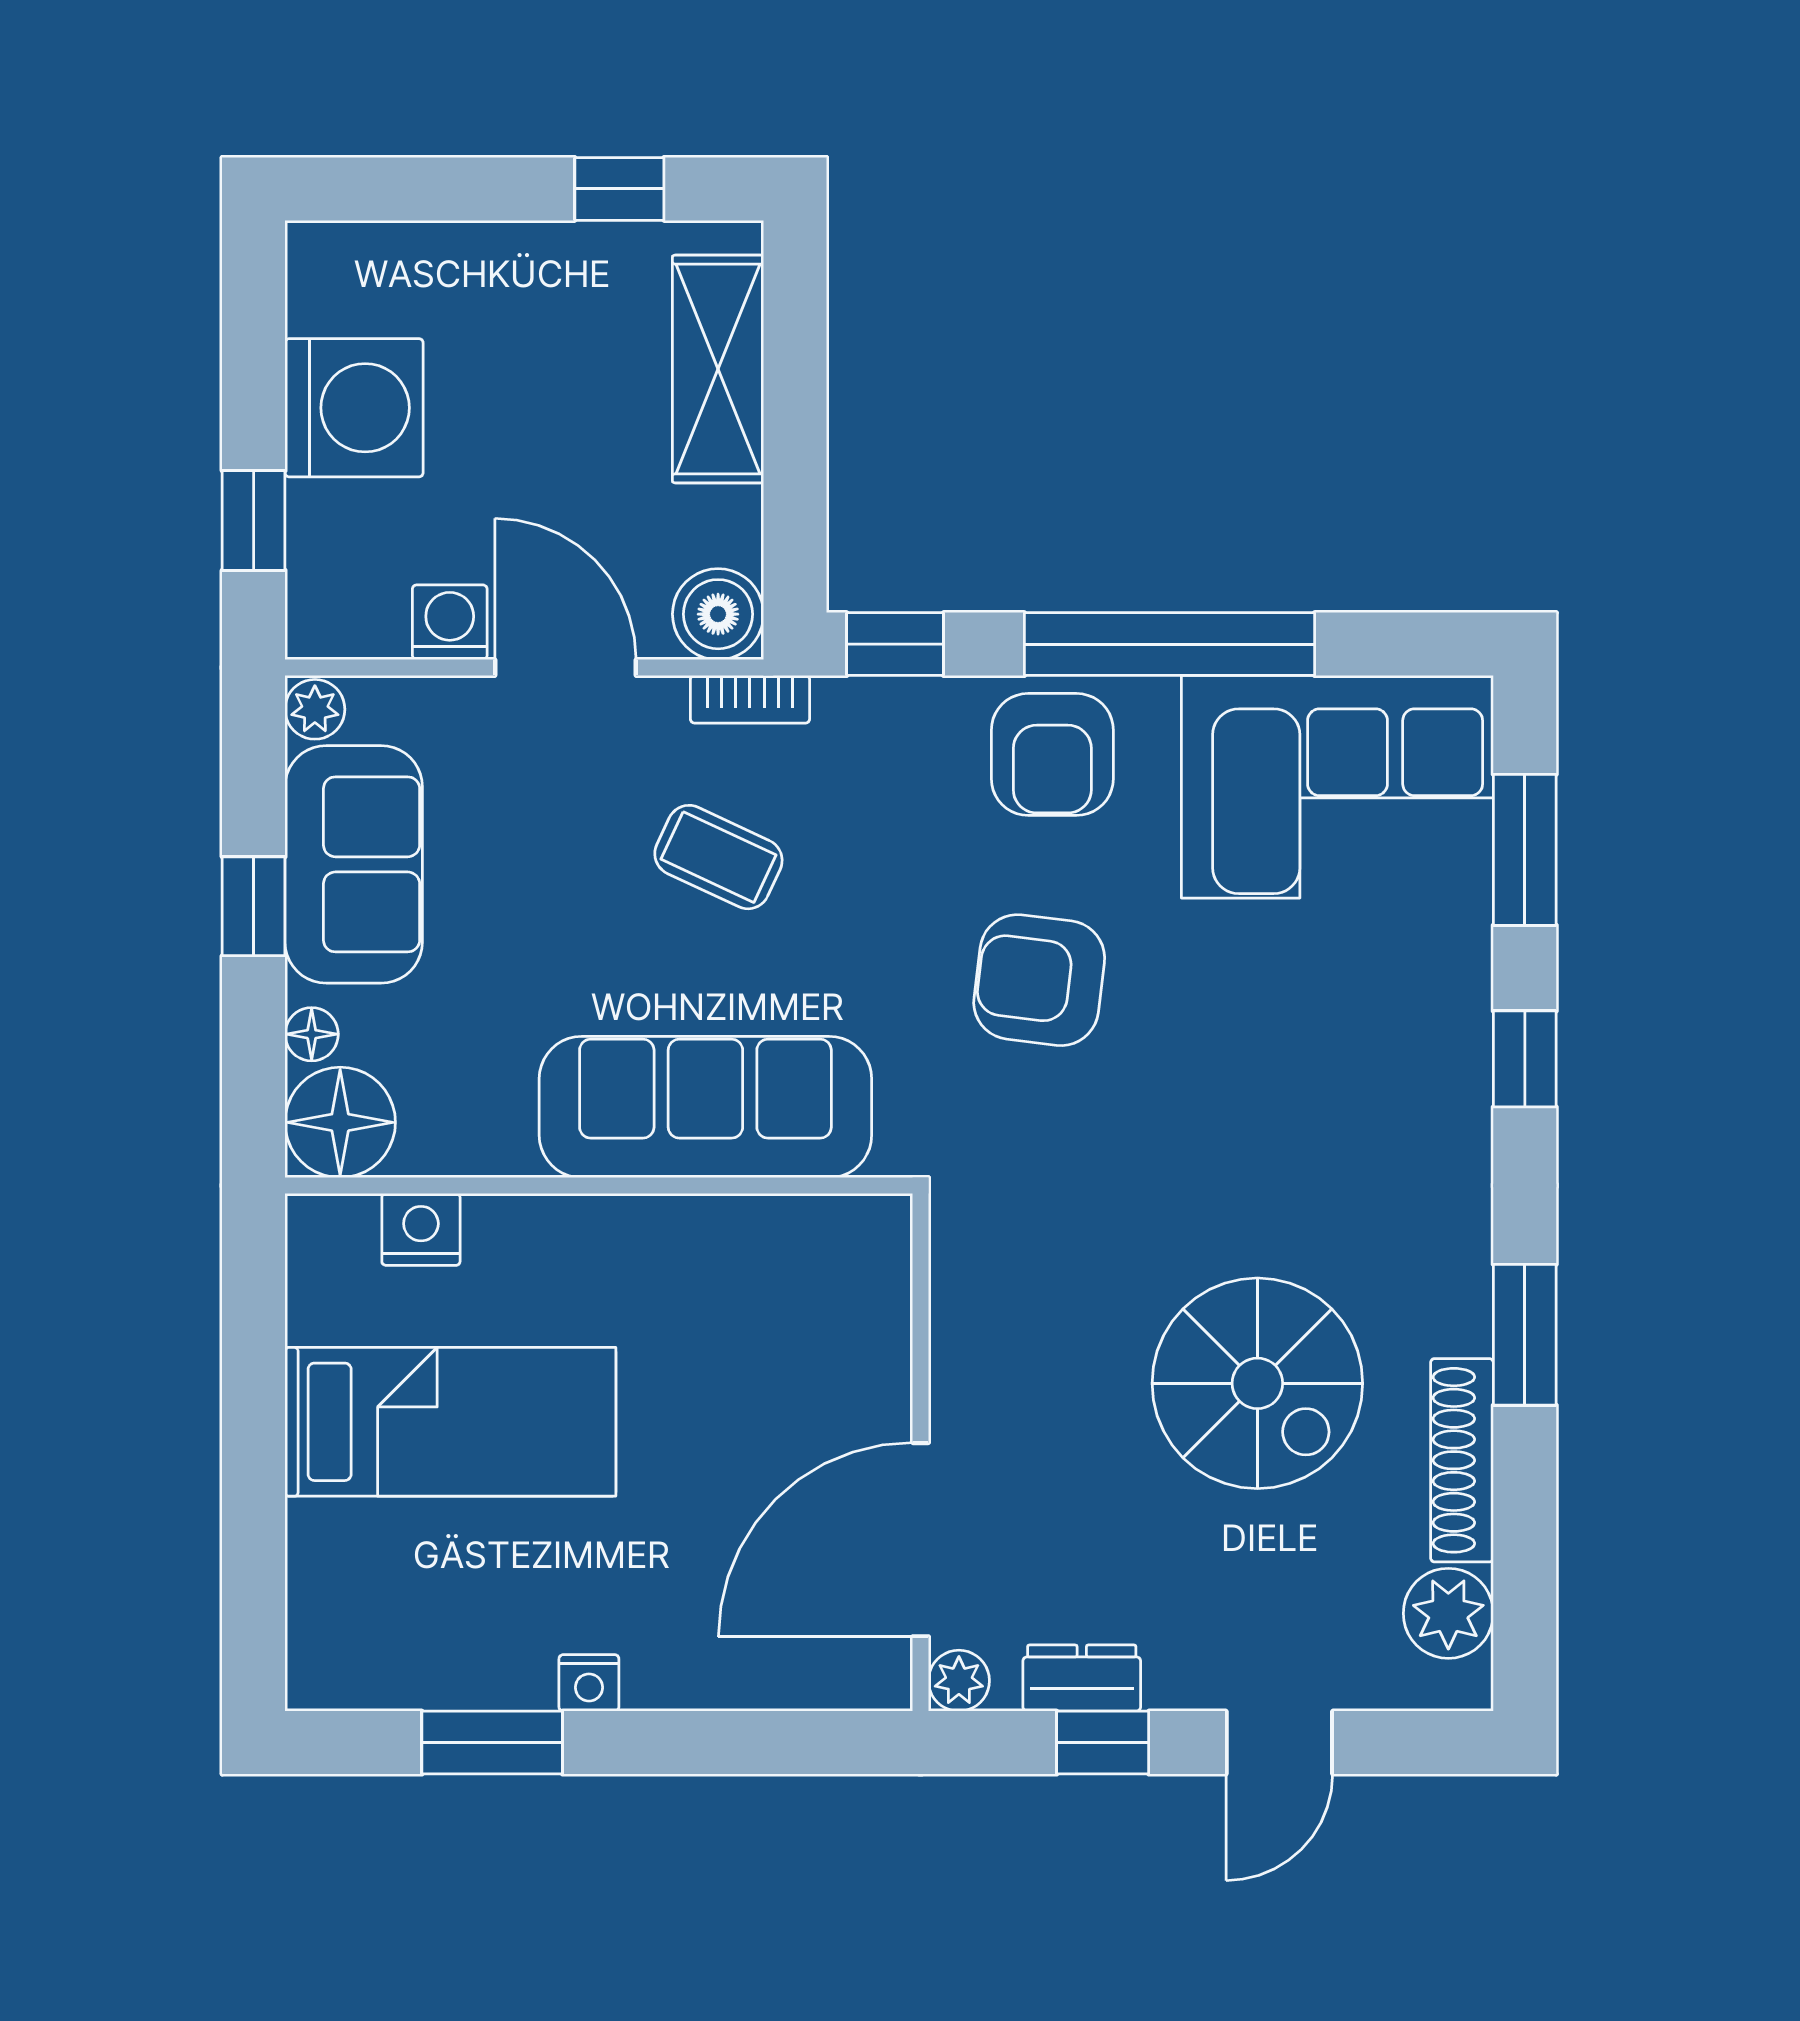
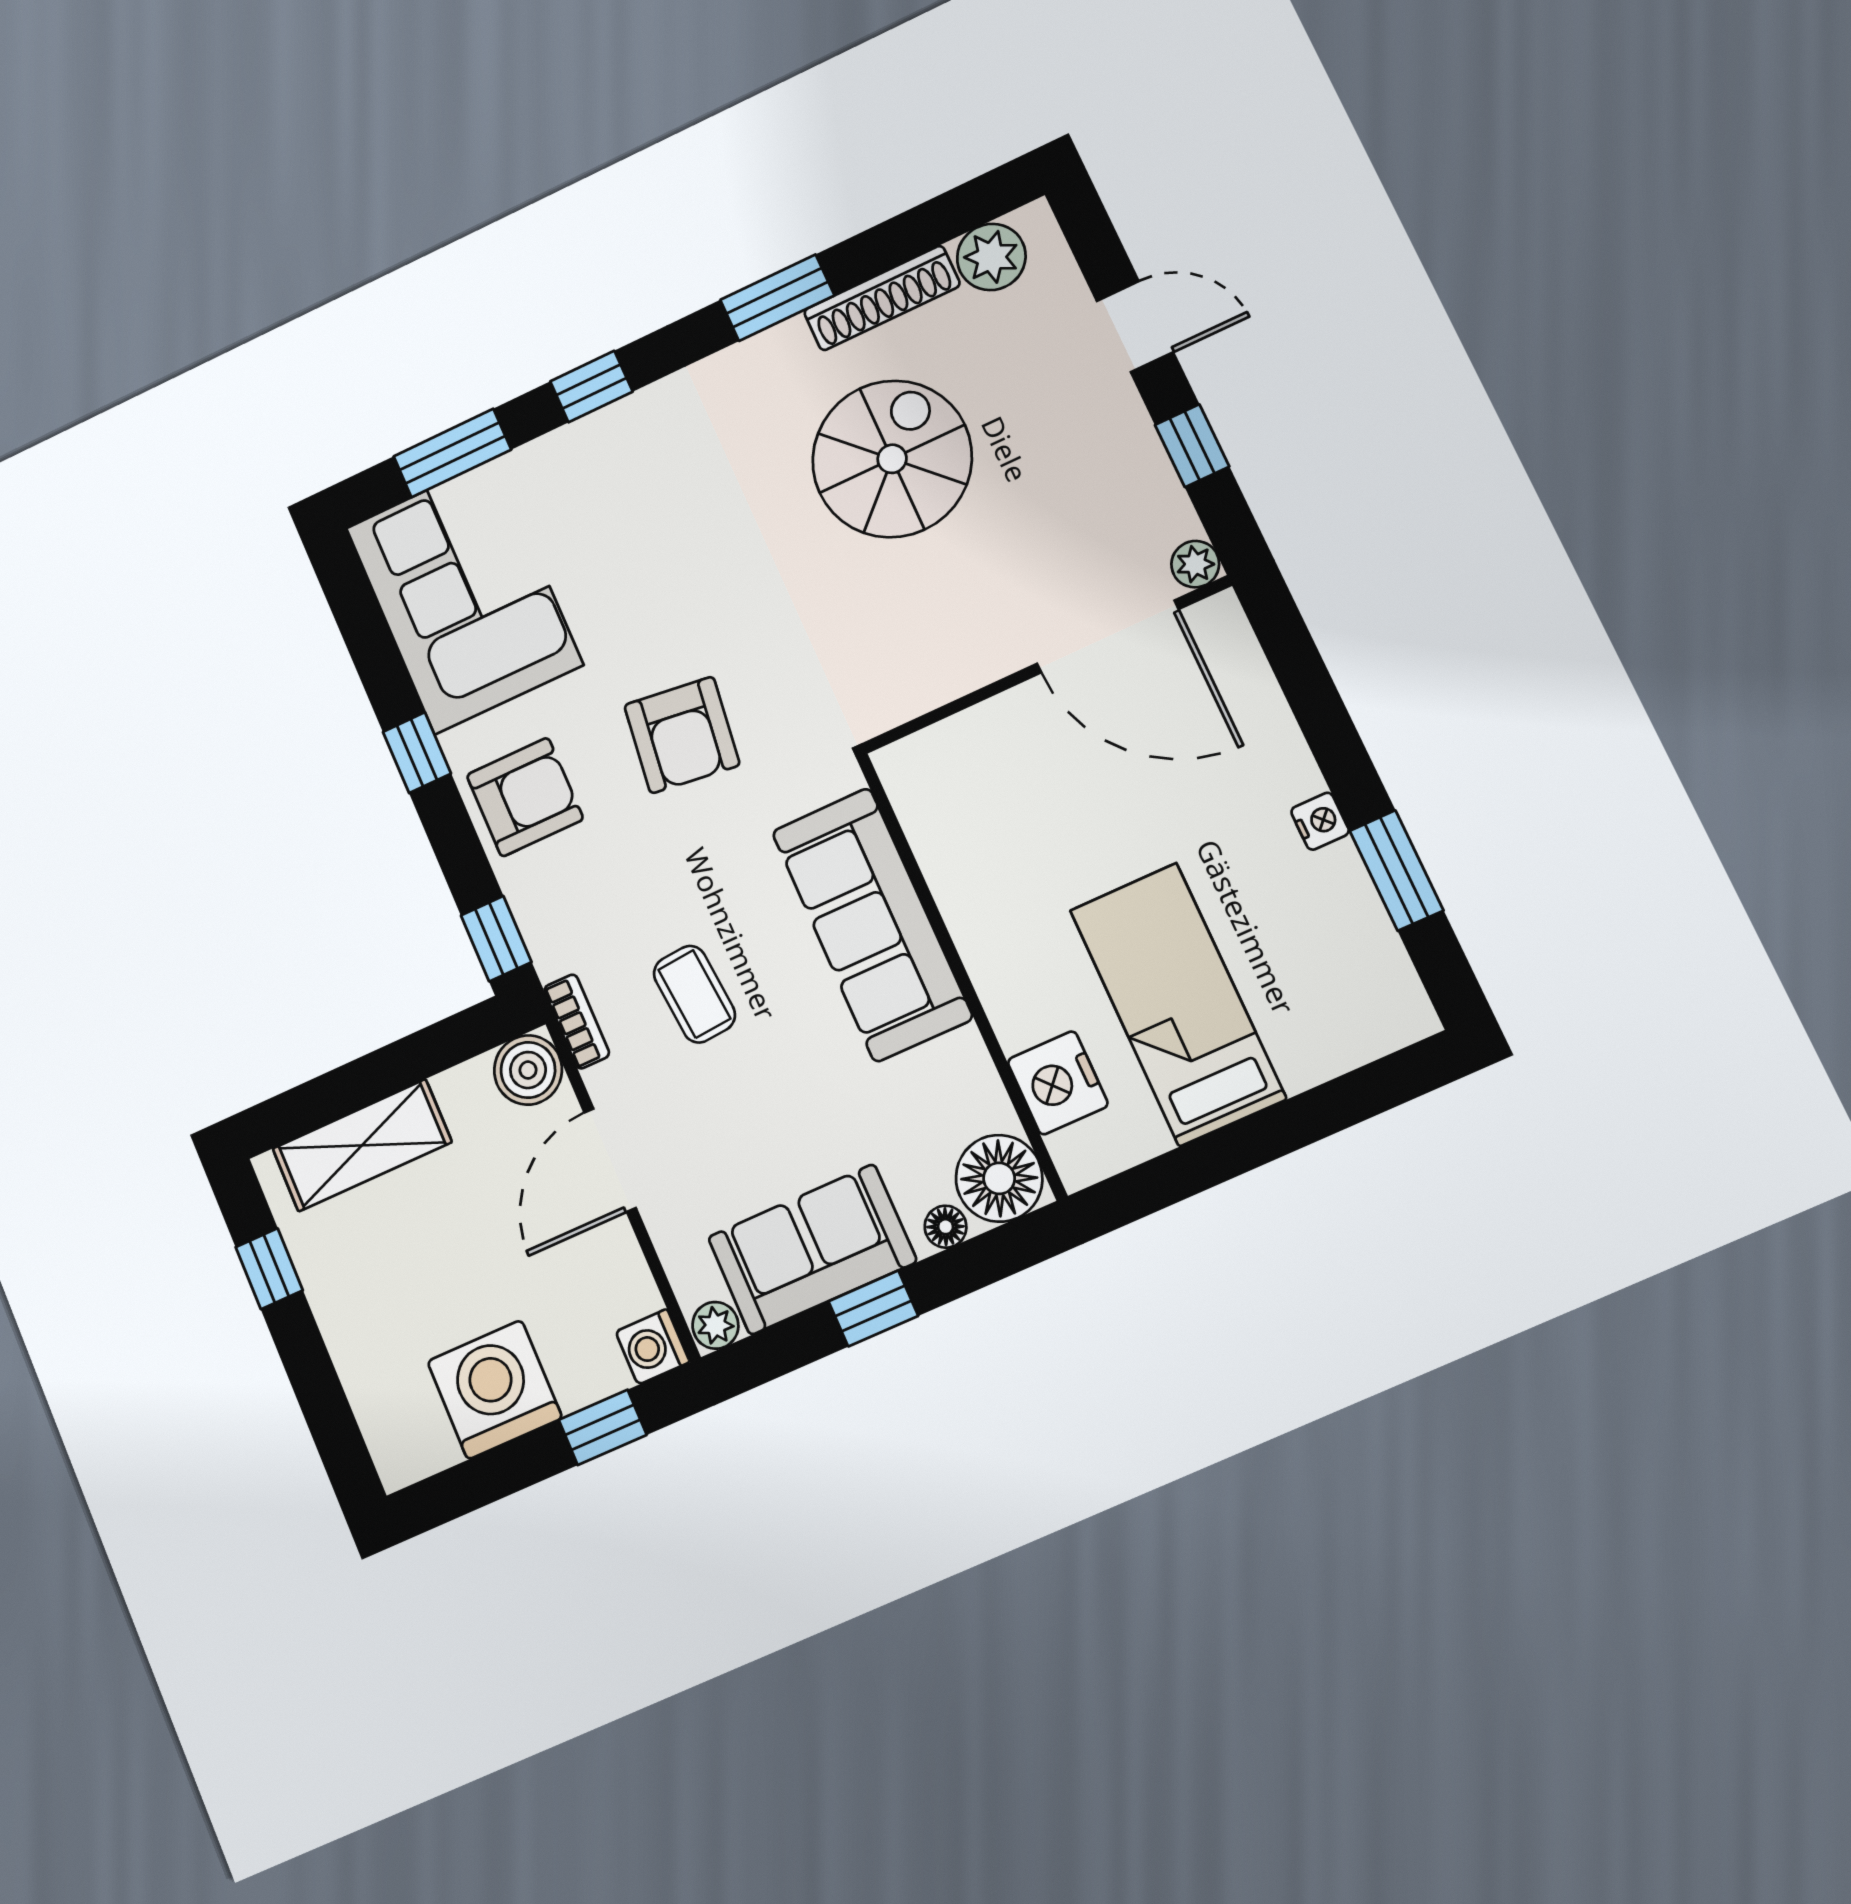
washing machine: (450, 622) -> (652, 1347), moved
window: (1169, 644) -> (417, 753), width x0.32
coffee table: (718, 857) -> (694, 994), turned -30
nightstand: (421, 1229) -> (1058, 1083), width x1.36, depth x1.33
dresser: (1082, 1678) -> (1153, 481), removed

